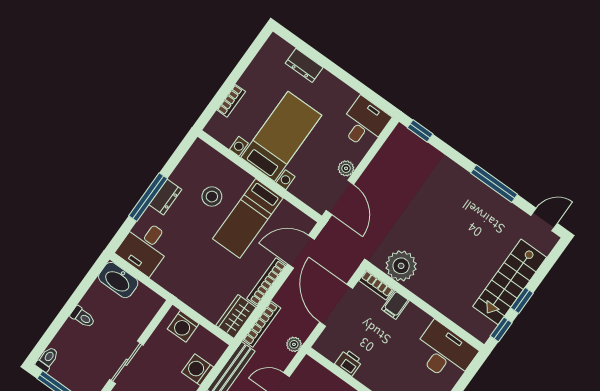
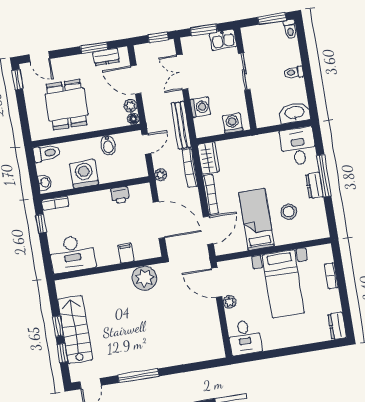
dresser: (304, 65) -> (337, 326), moved, turned -90
window: (420, 131) -> (209, 364), removed
bookcase: (376, 285) -> (148, 254), removed
window: (501, 329) -> (62, 353), moved

